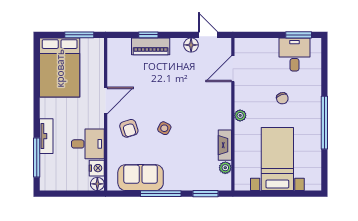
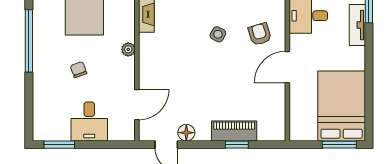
window: (79, 35) -> (339, 145), moved
desk: (295, 54) -> (89, 121), moved

